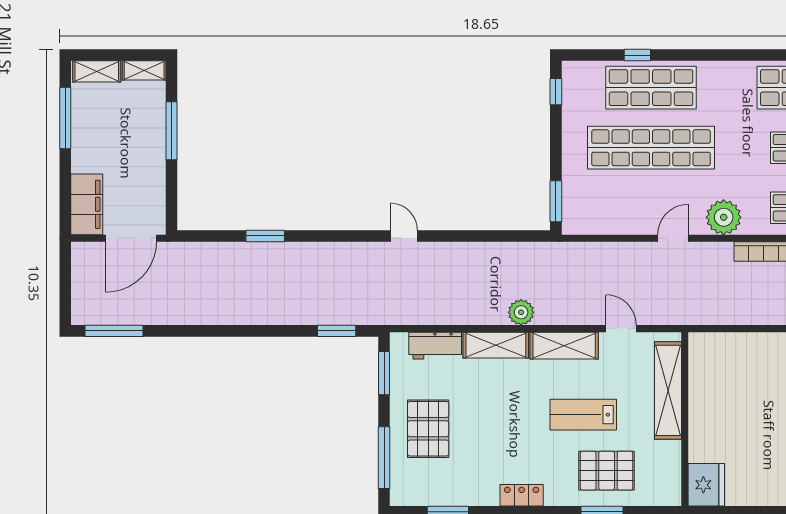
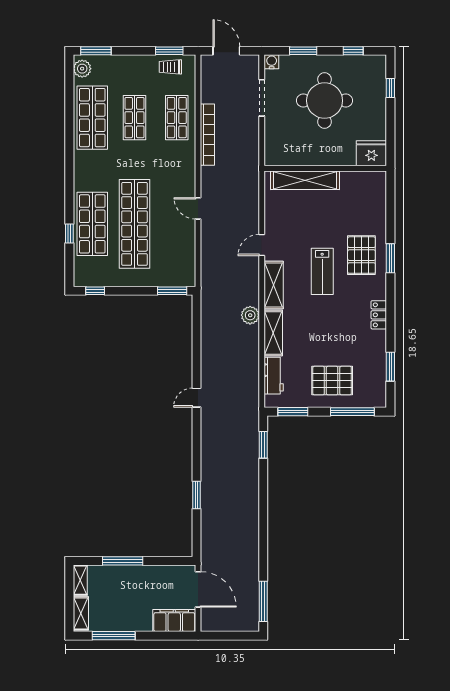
plant: (724, 217) -> (183, 173), removed
shelving: (668, 390) -> (305, 180), moved
wall: (685, 419) -> (325, 168), moved
fridge: (706, 485) -> (371, 153), moved

